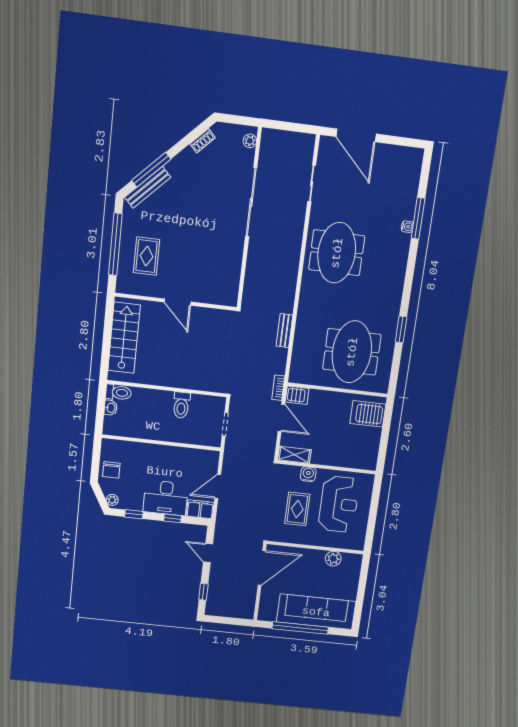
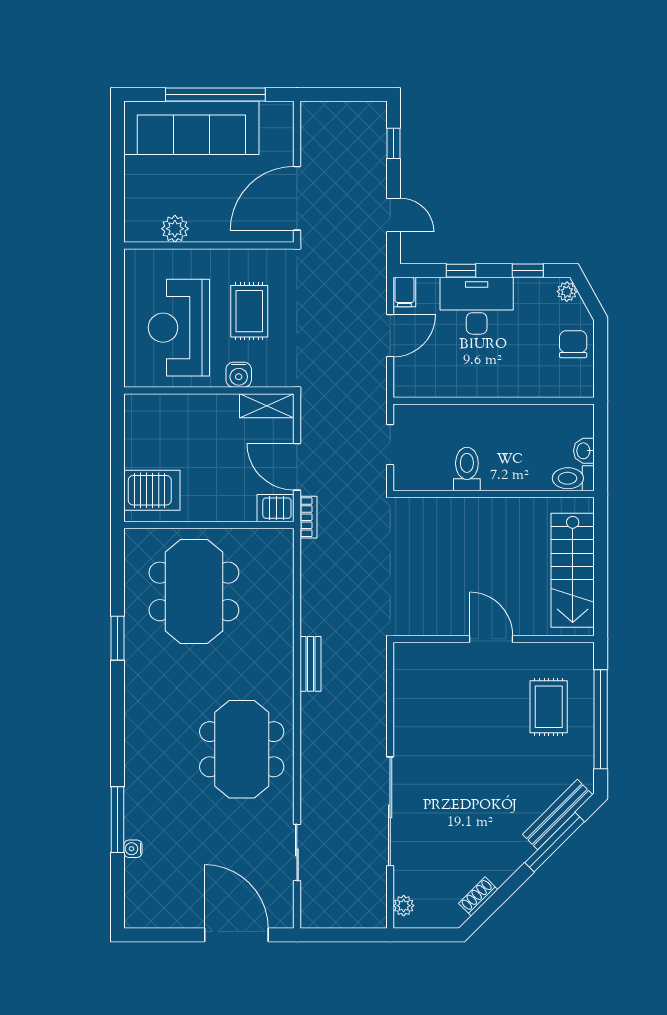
water cooler: (407, 227) -> (133, 849), moved
bench: (284, 331) -> (310, 664), moved
filing cabinet: (200, 509) -> (404, 292), width x0.50

